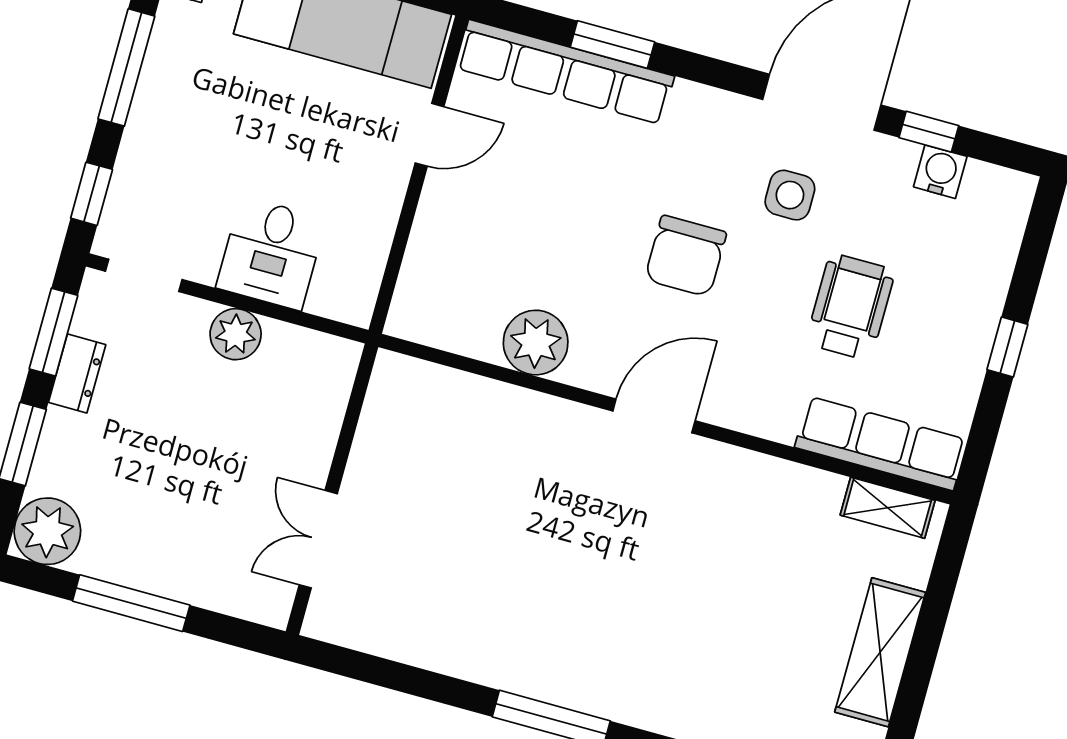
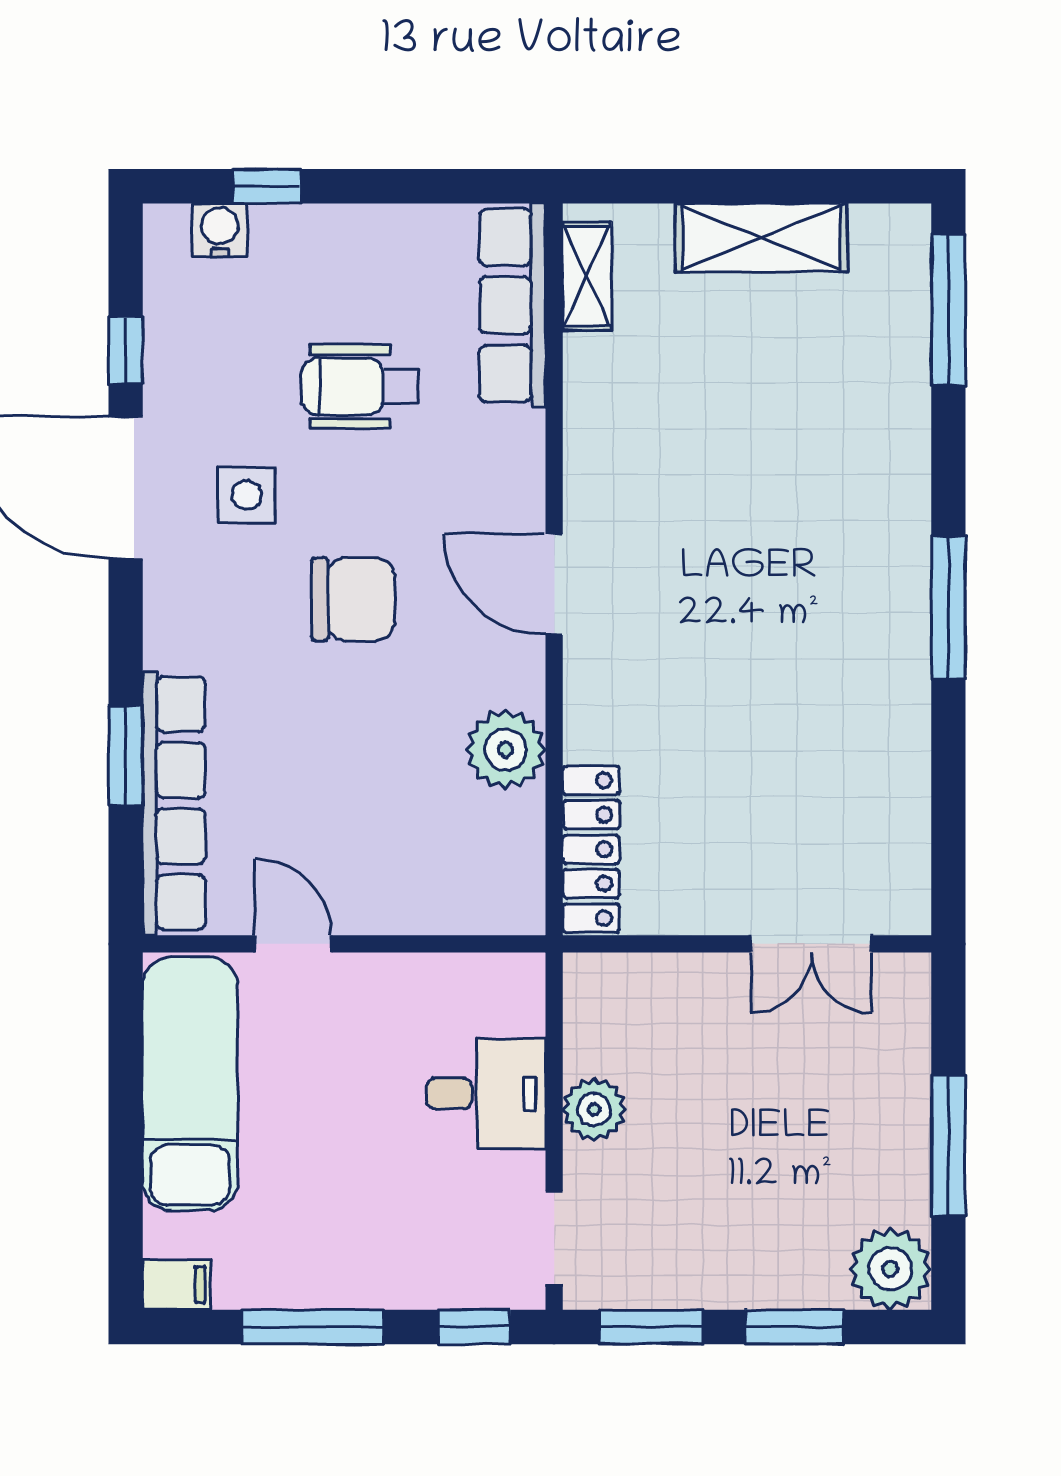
water cooler: (940, 172) -> (220, 230), moved, turned 90
window: (1007, 347) -> (266, 186), moved
dresser: (77, 373) -> (693, 1285), removed
locker: (439, 388) -> (591, 849), added

